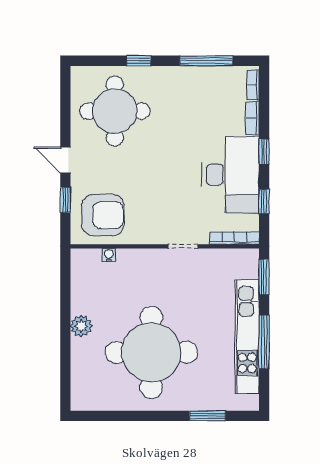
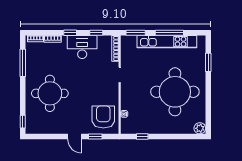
window: (139, 61) -> (23, 122), moved
round table: (115, 111) -> (50, 93), moved
door: (65, 160) -> (75, 137), hinge flipped
desk: (230, 175) -> (82, 47), width x0.73, depth x0.77
window: (65, 290) -> (142, 137), added
plant: (81, 326) -> (200, 128), moved

